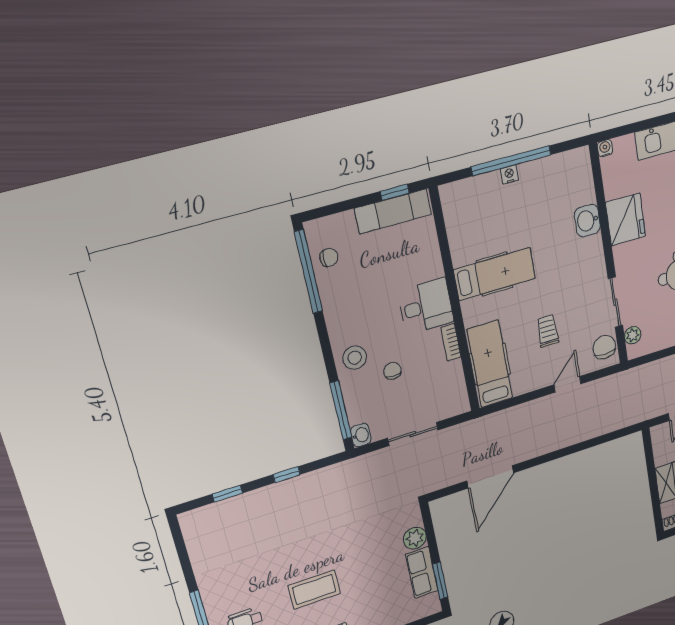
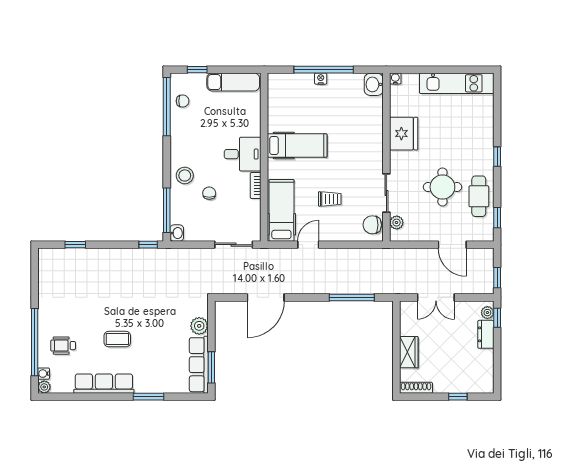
window: (395, 192) -> (197, 70), moved
washbasin: (587, 221) -> (374, 84), moved
trolley: (548, 331) -> (330, 199), turned 90
chair: (604, 347) -> (372, 225), turned -90
door: (568, 384) -> (308, 245), moved
sliding door: (413, 434) -> (234, 245), moved
window: (593, 442) -> (352, 297), added
window: (287, 475) -> (148, 245), moved
row of seats: (422, 572) -> (199, 365), width x1.48
coffee table: (314, 590) -> (117, 339), width x0.73, depth x0.77

